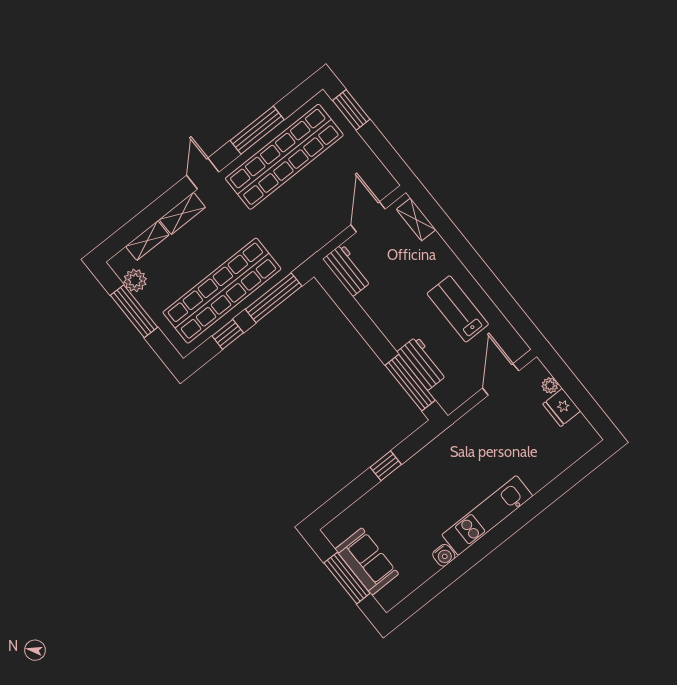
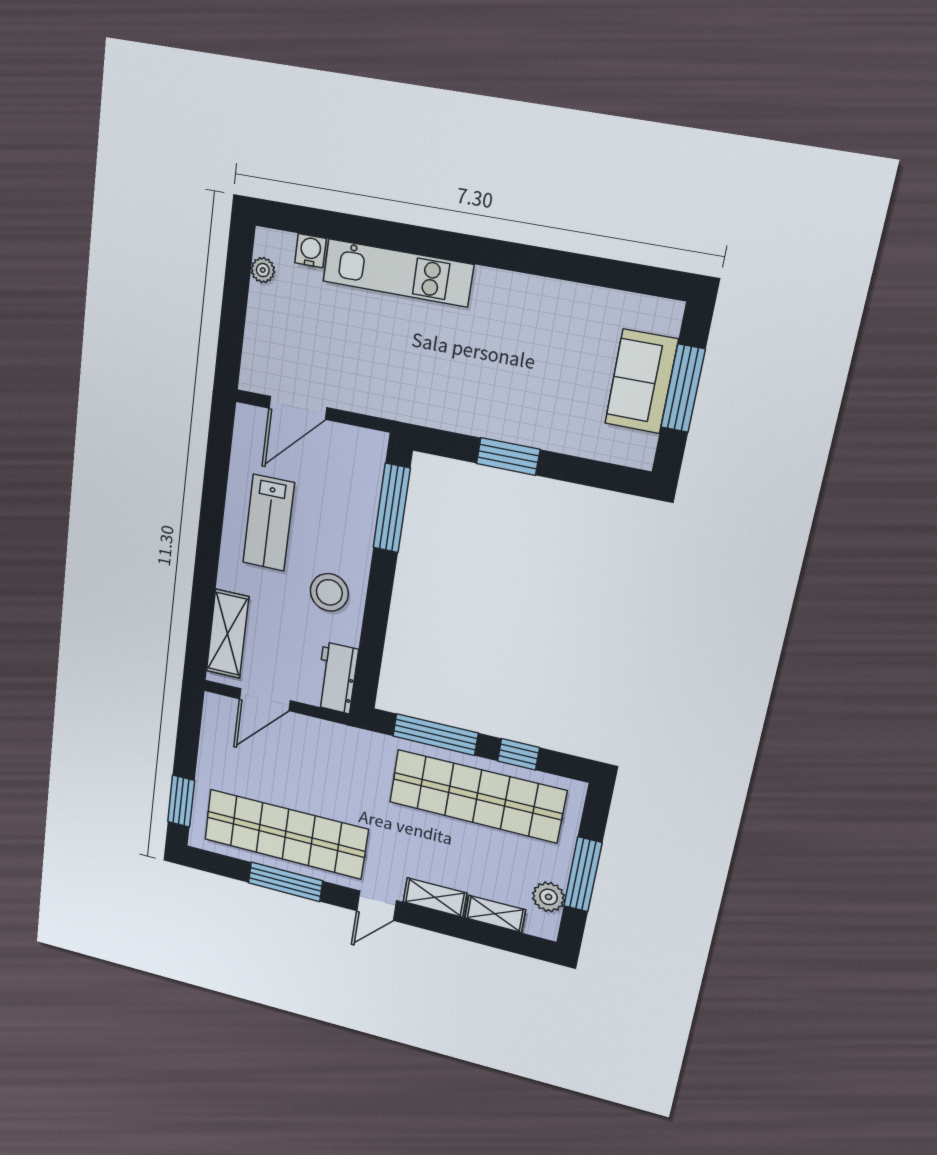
shelving: (416, 219) -> (228, 634), width x1.50, depth x1.33
stool: (395, 309) -> (329, 592), added
workbench: (422, 363) -> (359, 513), removed
plant: (550, 385) -> (263, 270), moved
fridge: (562, 407) -> (265, 309), removed
window: (386, 466) -> (508, 456), width x1.50
kitchen unit: (487, 515) -> (398, 273), moved
water cooler: (444, 555) -> (310, 251), moved

